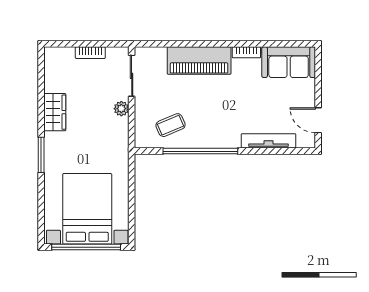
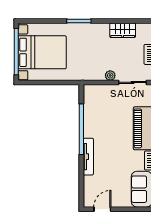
wardrobe: (55, 112) -> (123, 30), moved
coffee table: (171, 125) -> (99, 109), removed
tv unit: (269, 141) -> (88, 157), moved

